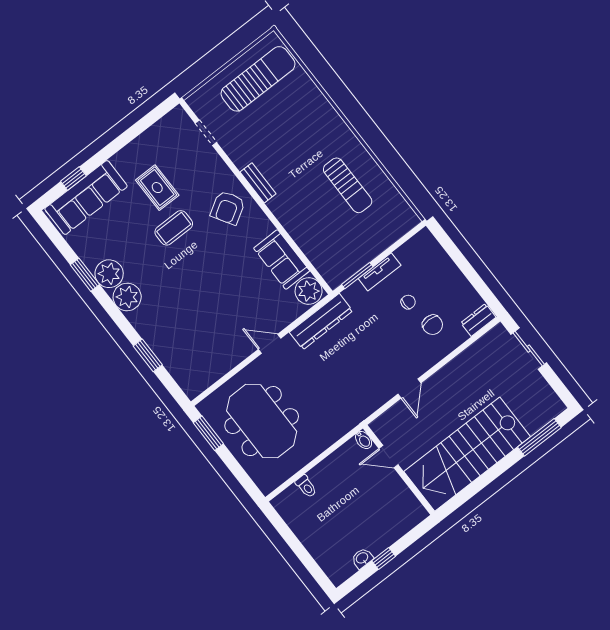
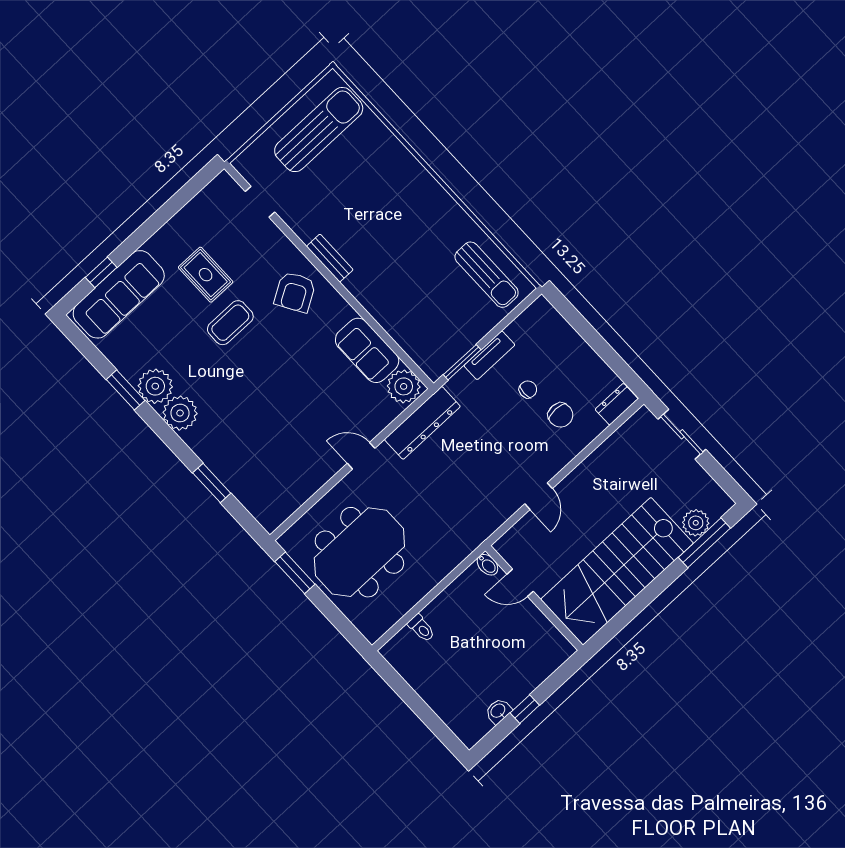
sun lounger: (348, 185) -> (487, 275), moved
meeting table: (262, 421) -> (359, 552), turned 90
plant: (534, 421) -> (696, 523), added

